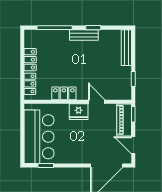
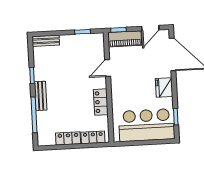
bench: (84, 35) -> (41, 96), moved
bench: (126, 48) -> (46, 41), width x0.73
fridge: (79, 112) -> (164, 87), moved, turned 180

